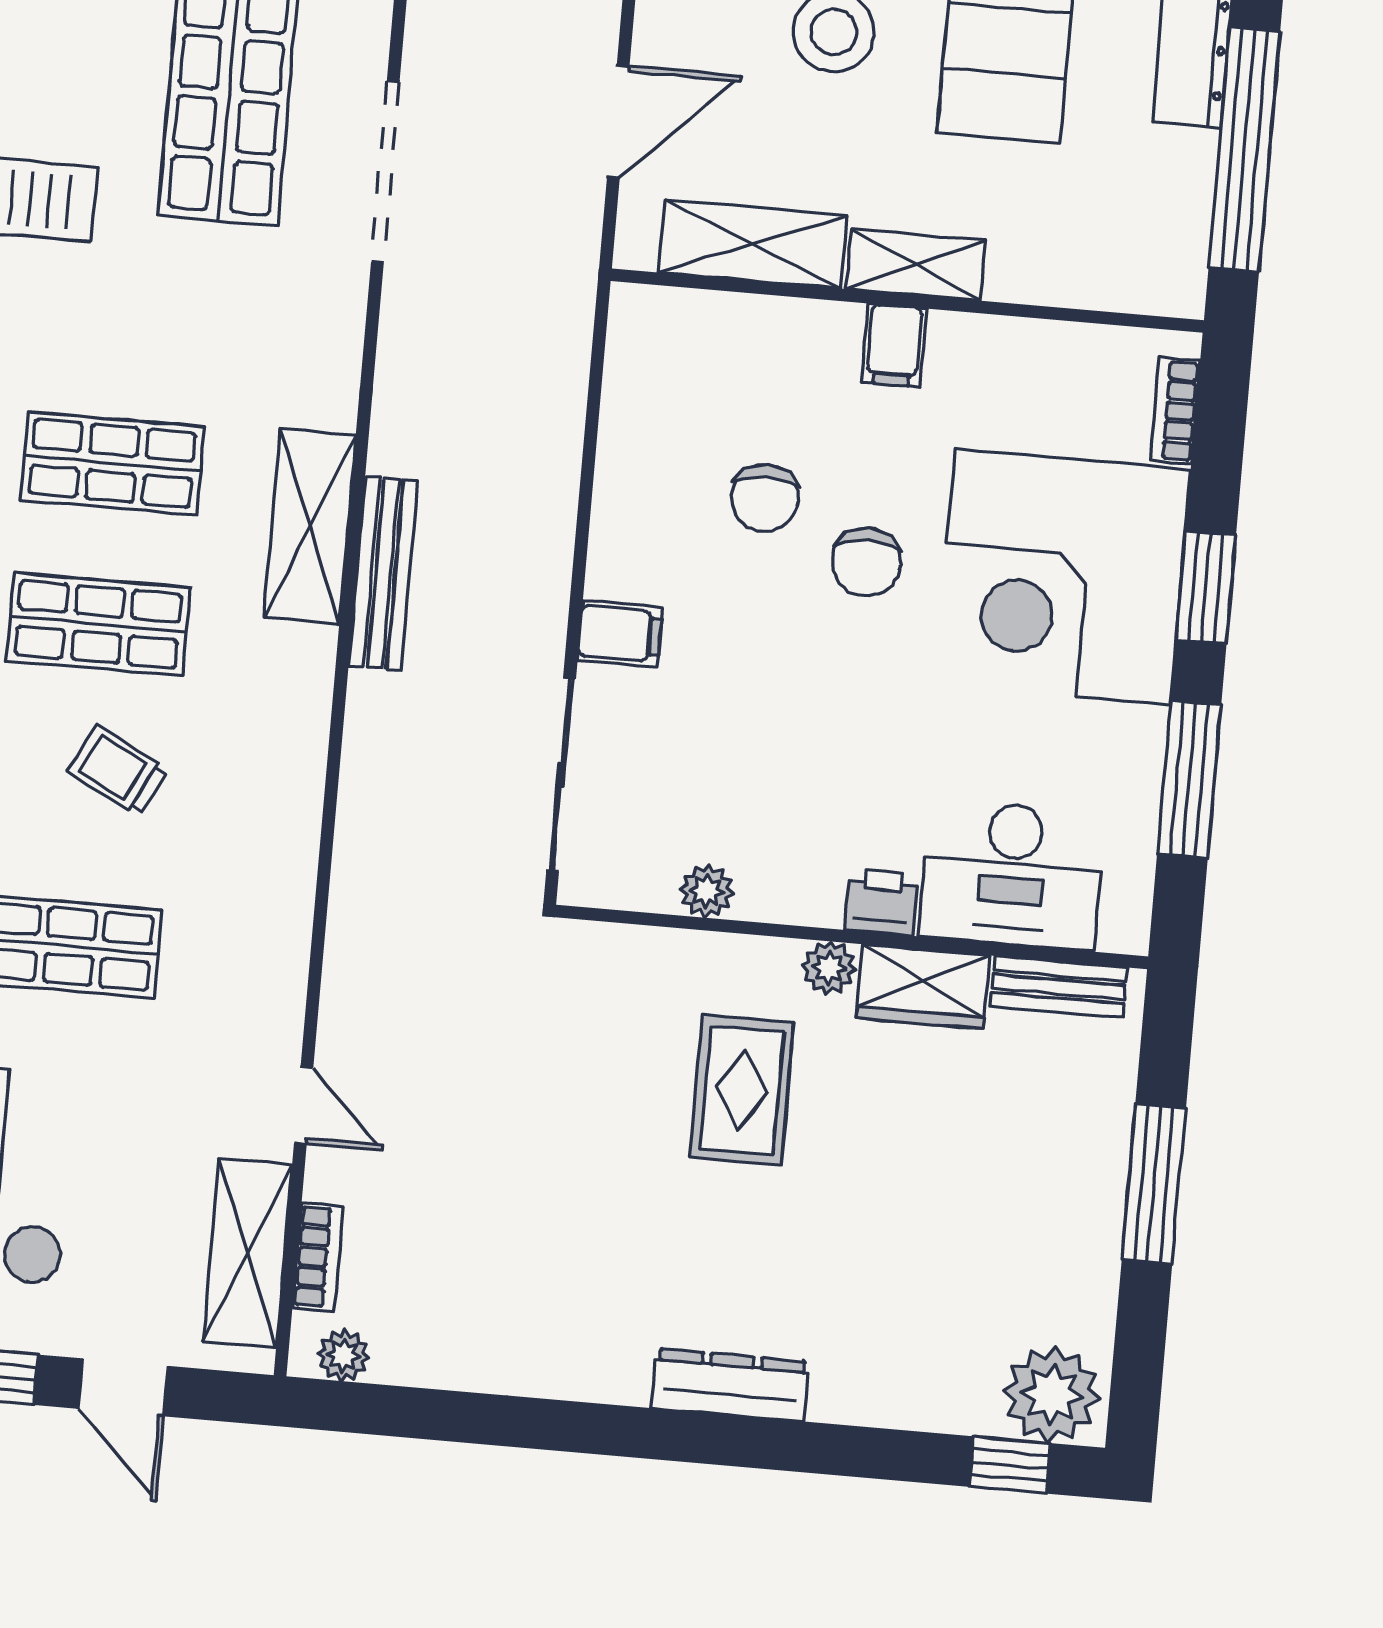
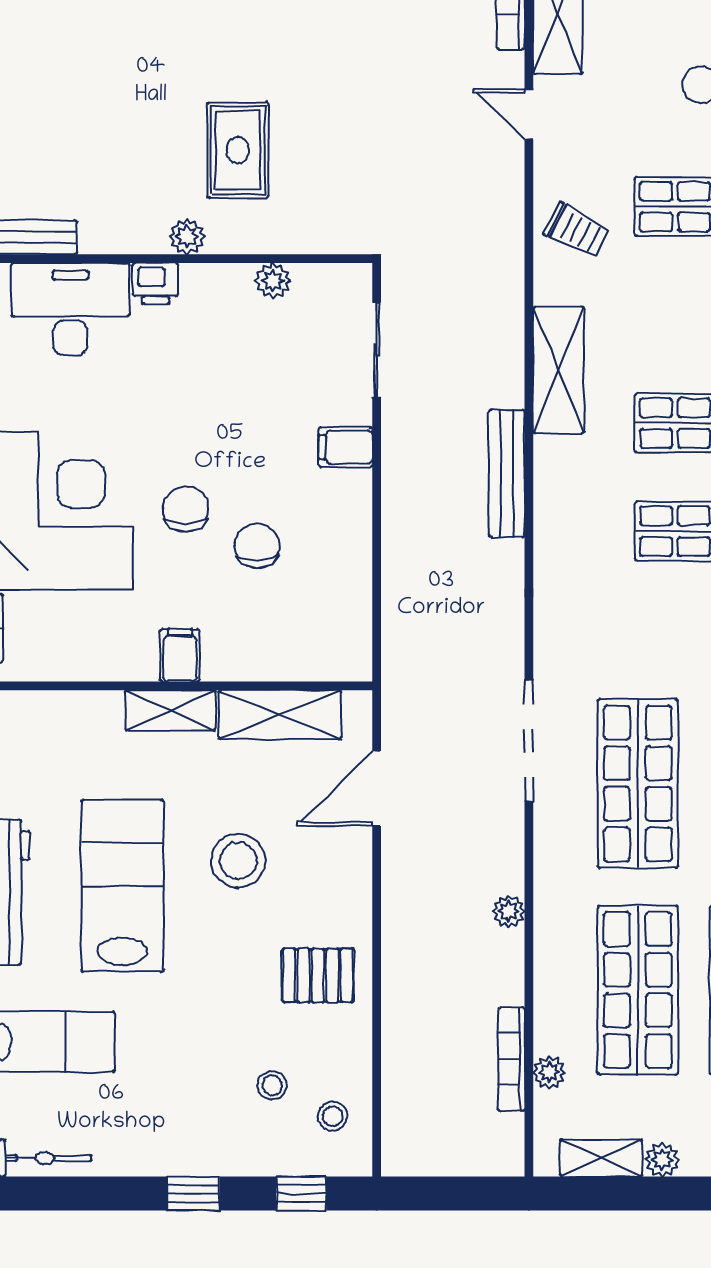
shelving: (310, 527) -> (559, 370), moved
trolley: (118, 770) -> (577, 230), moved
sliding door: (561, 775) -> (377, 350), width x0.73
wardrobe: (923, 987) -> (123, 230), removed

